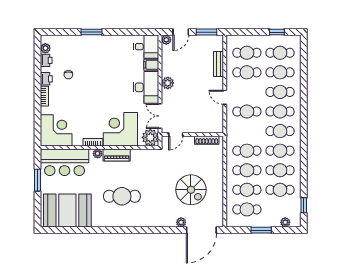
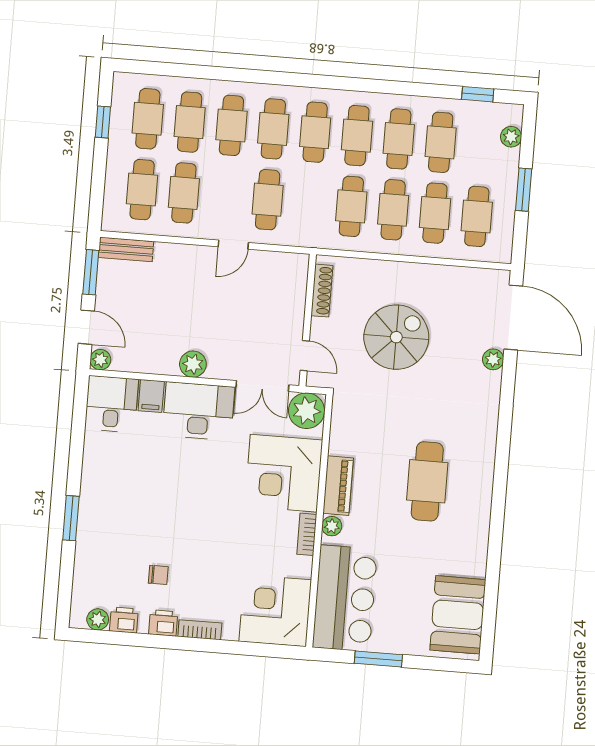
bench: (218, 64) -> (126, 249), moved
spiral stairs: (191, 190) -> (396, 337), moved
booth: (67, 211) -> (458, 615), width x0.73, depth x0.70

